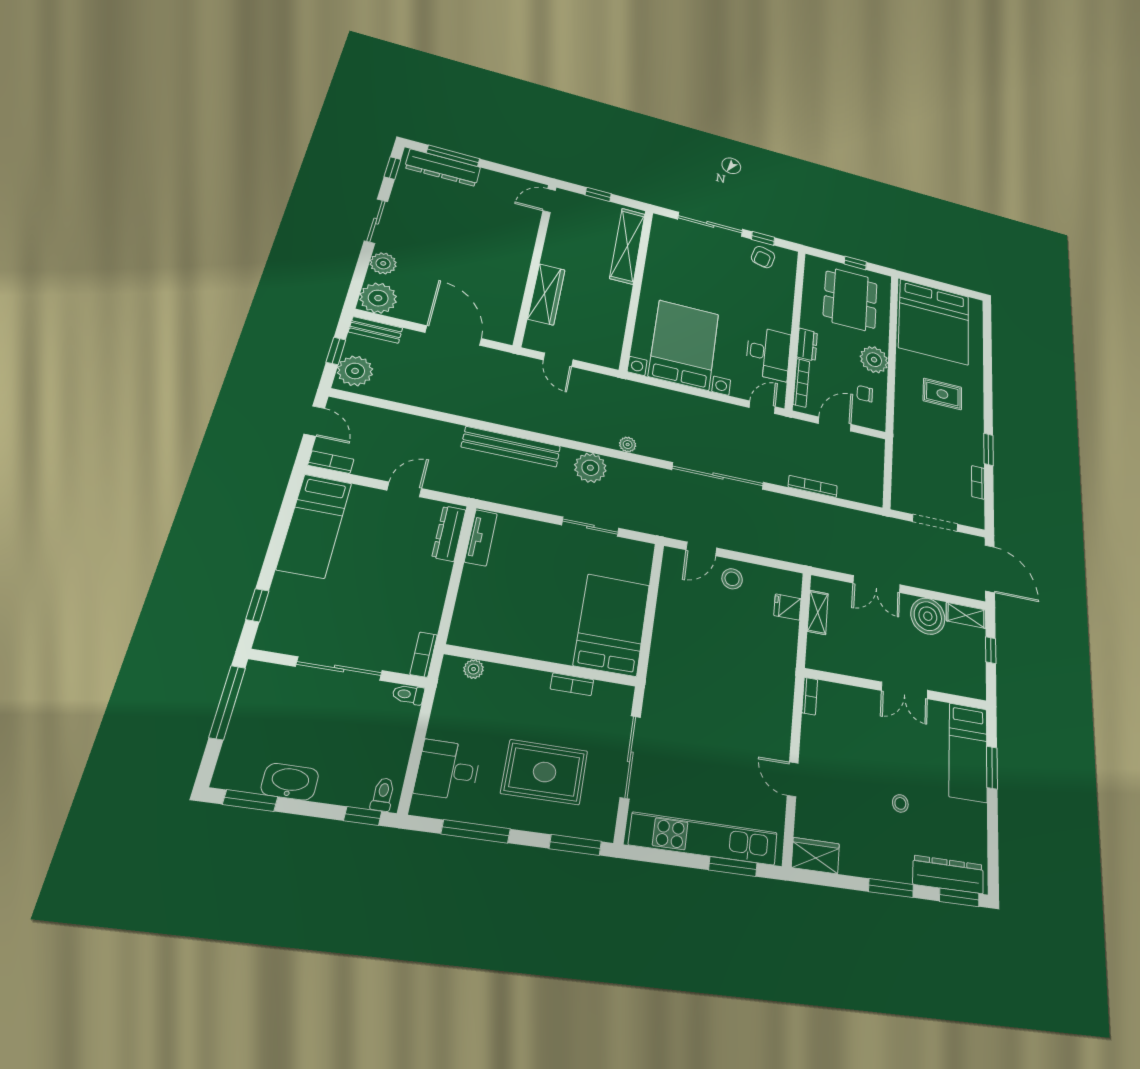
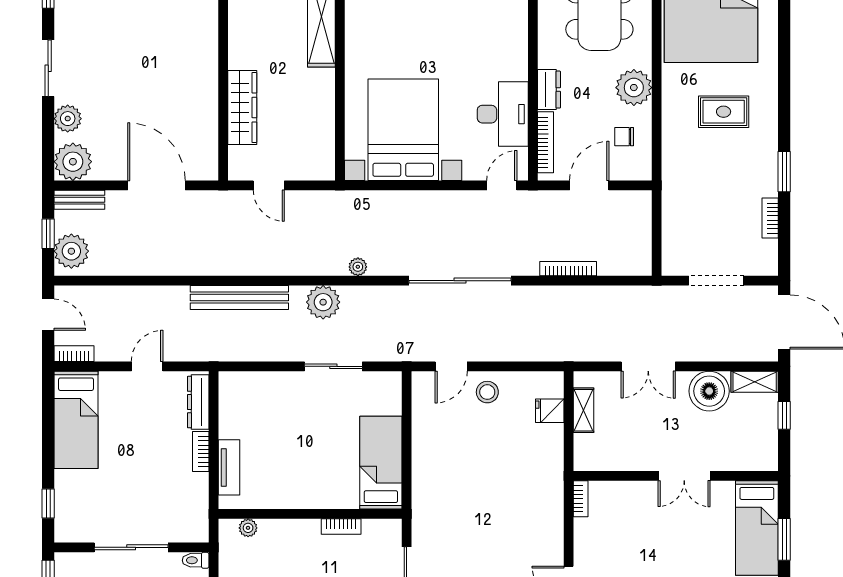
tv unit: (481, 538) -> (229, 467), moved
bed: (612, 625) -> (381, 463), width x0.67
bookcase: (424, 655) -> (201, 452), moved

